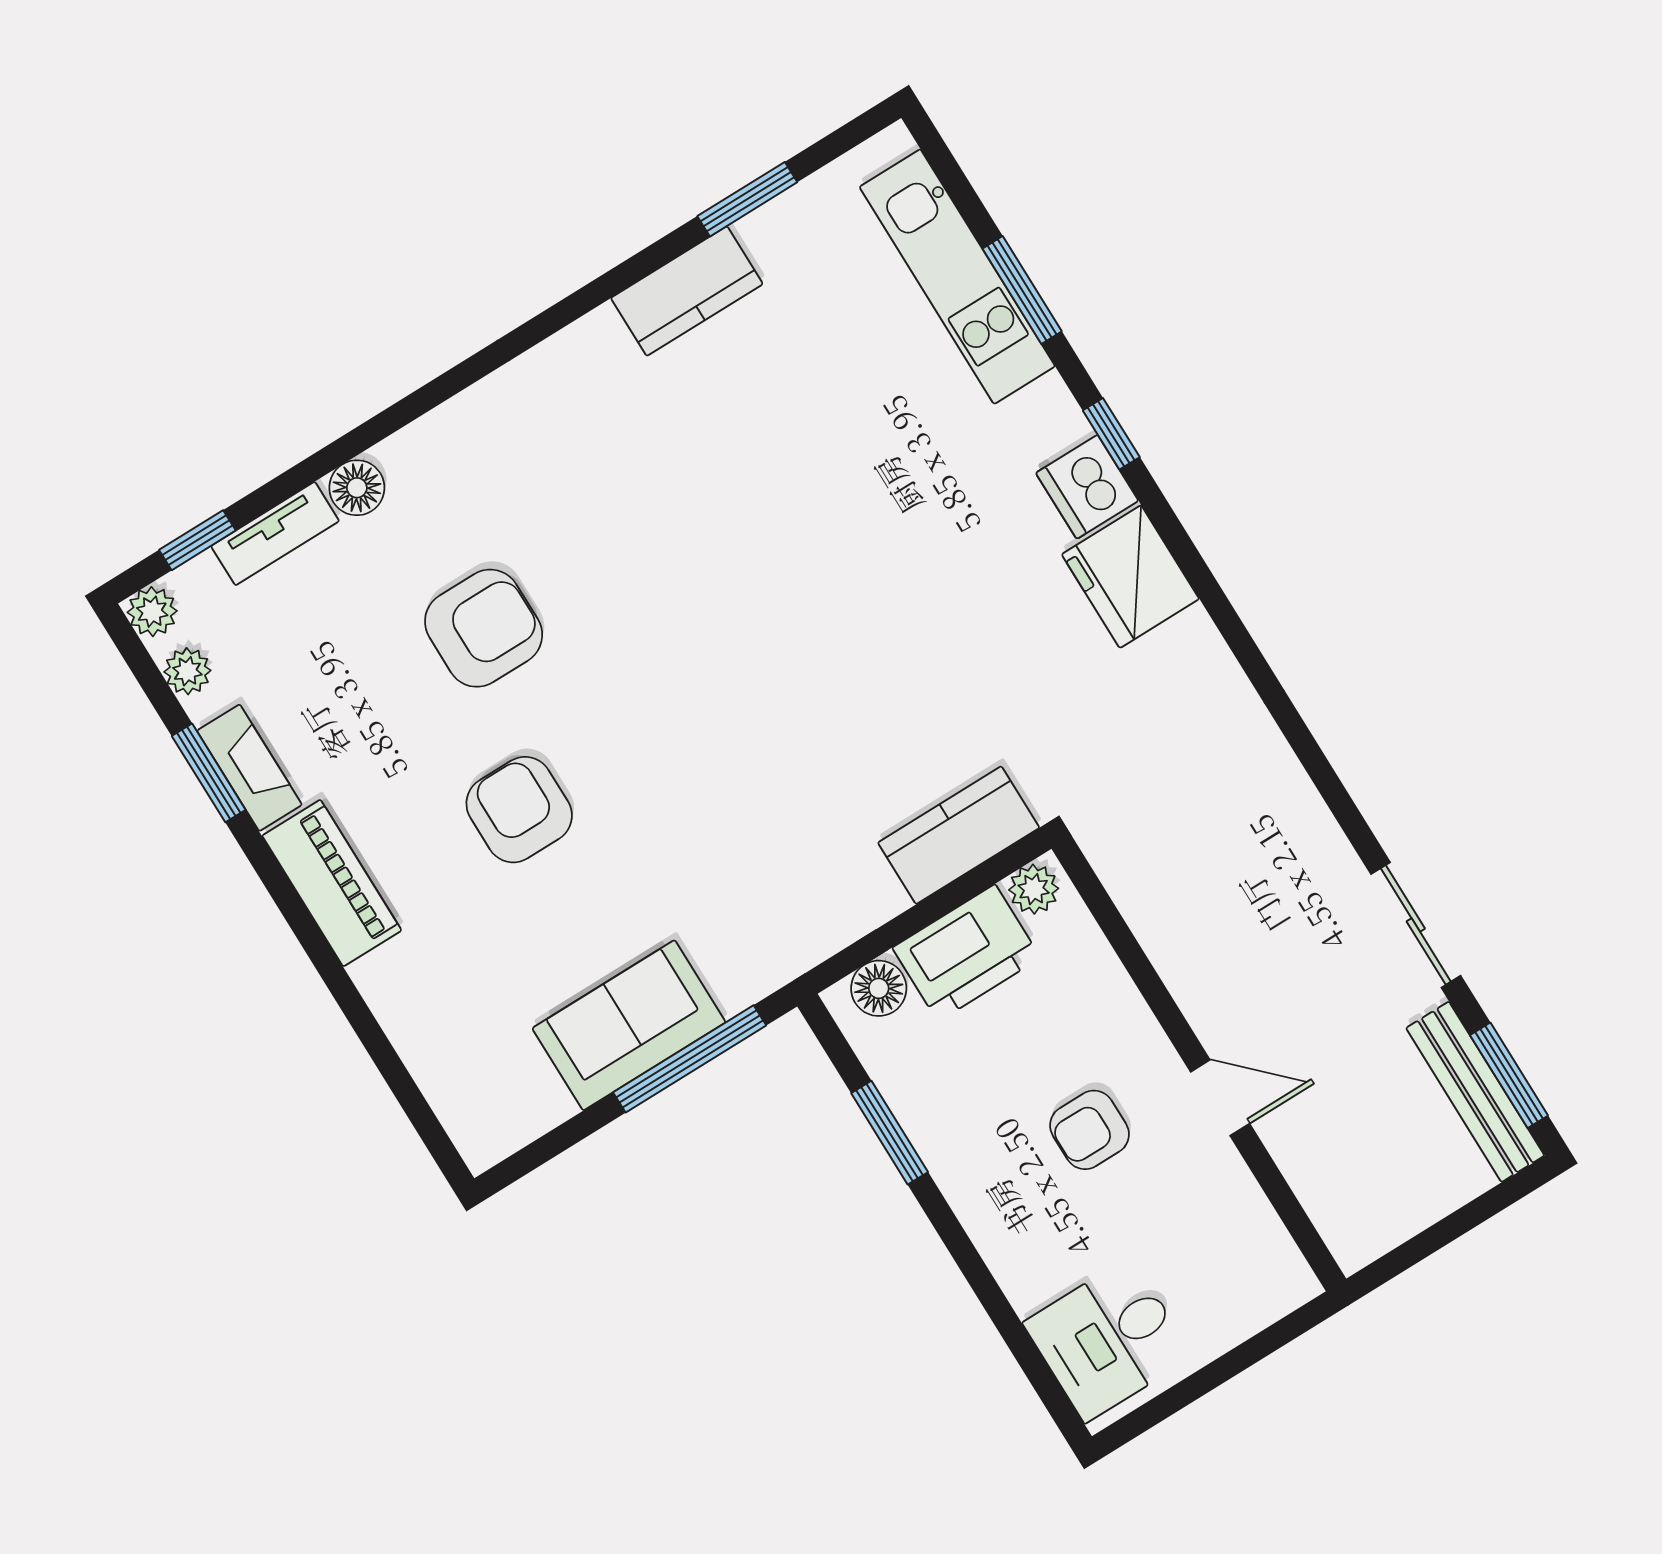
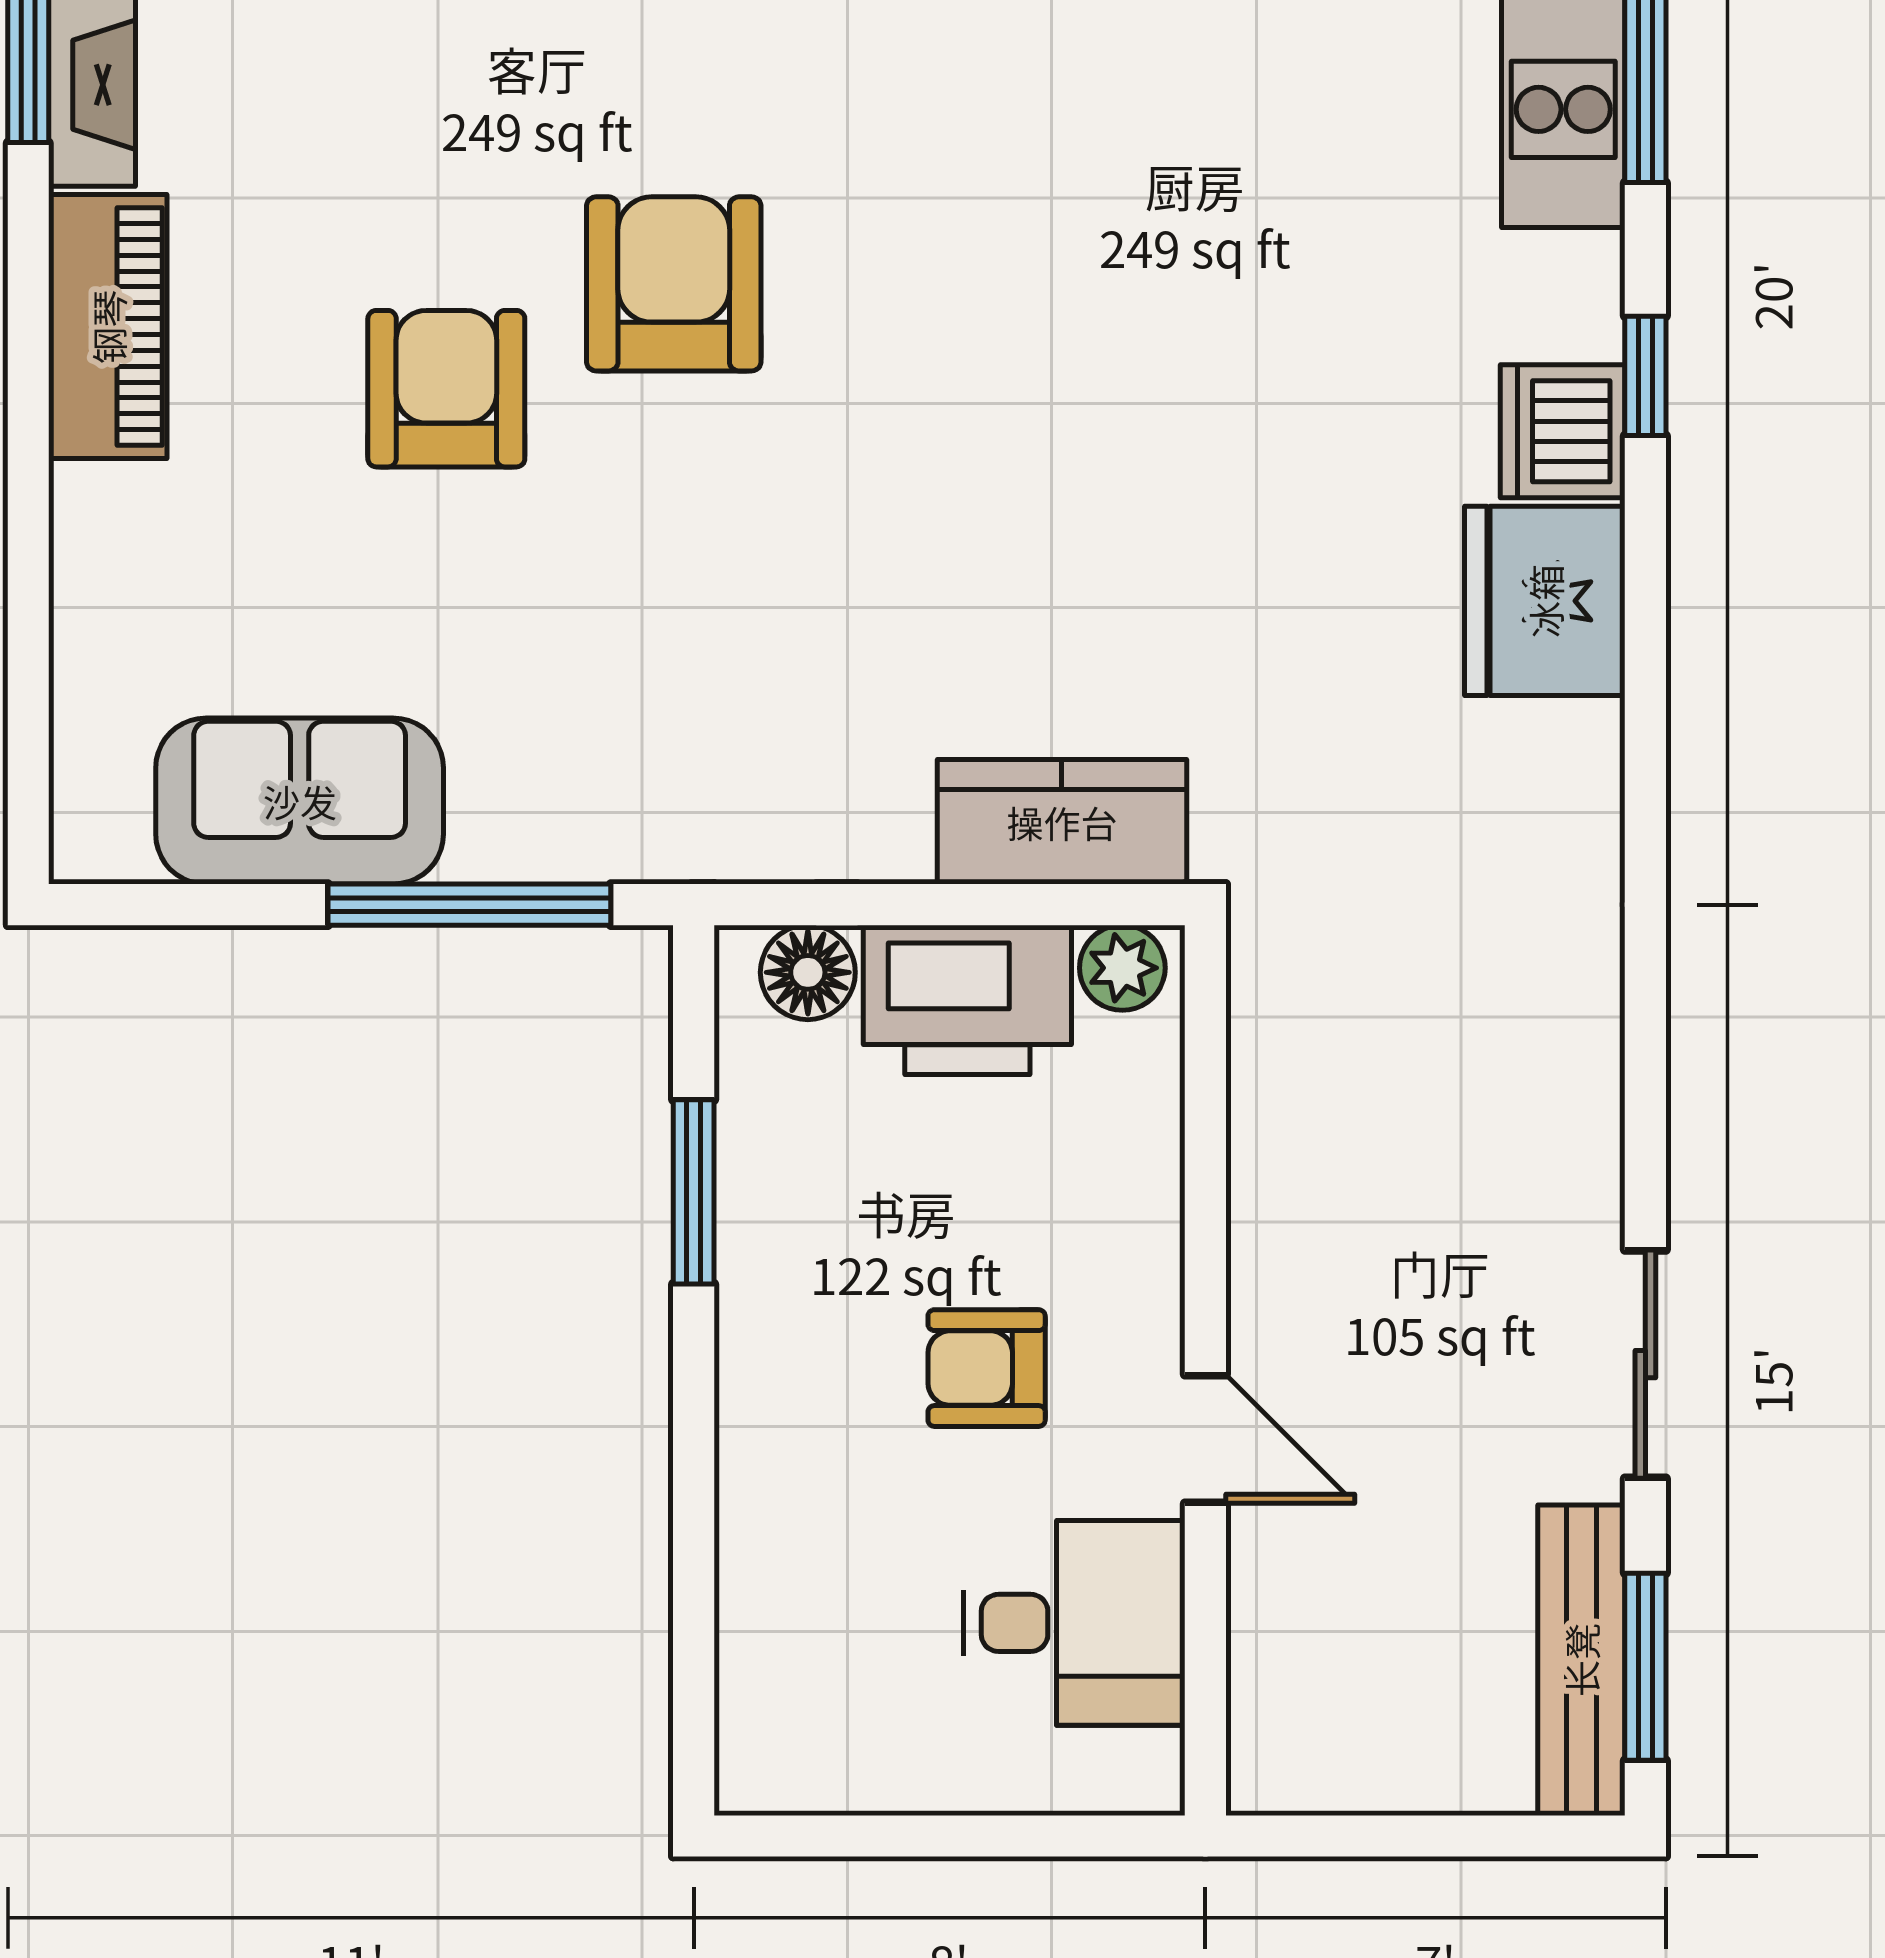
armchair: (484, 628) -> (674, 284), moved, turned -90
sofa: (629, 1025) -> (300, 801), moved
desk: (1108, 1340) -> (1074, 1623), moved, turned 180

